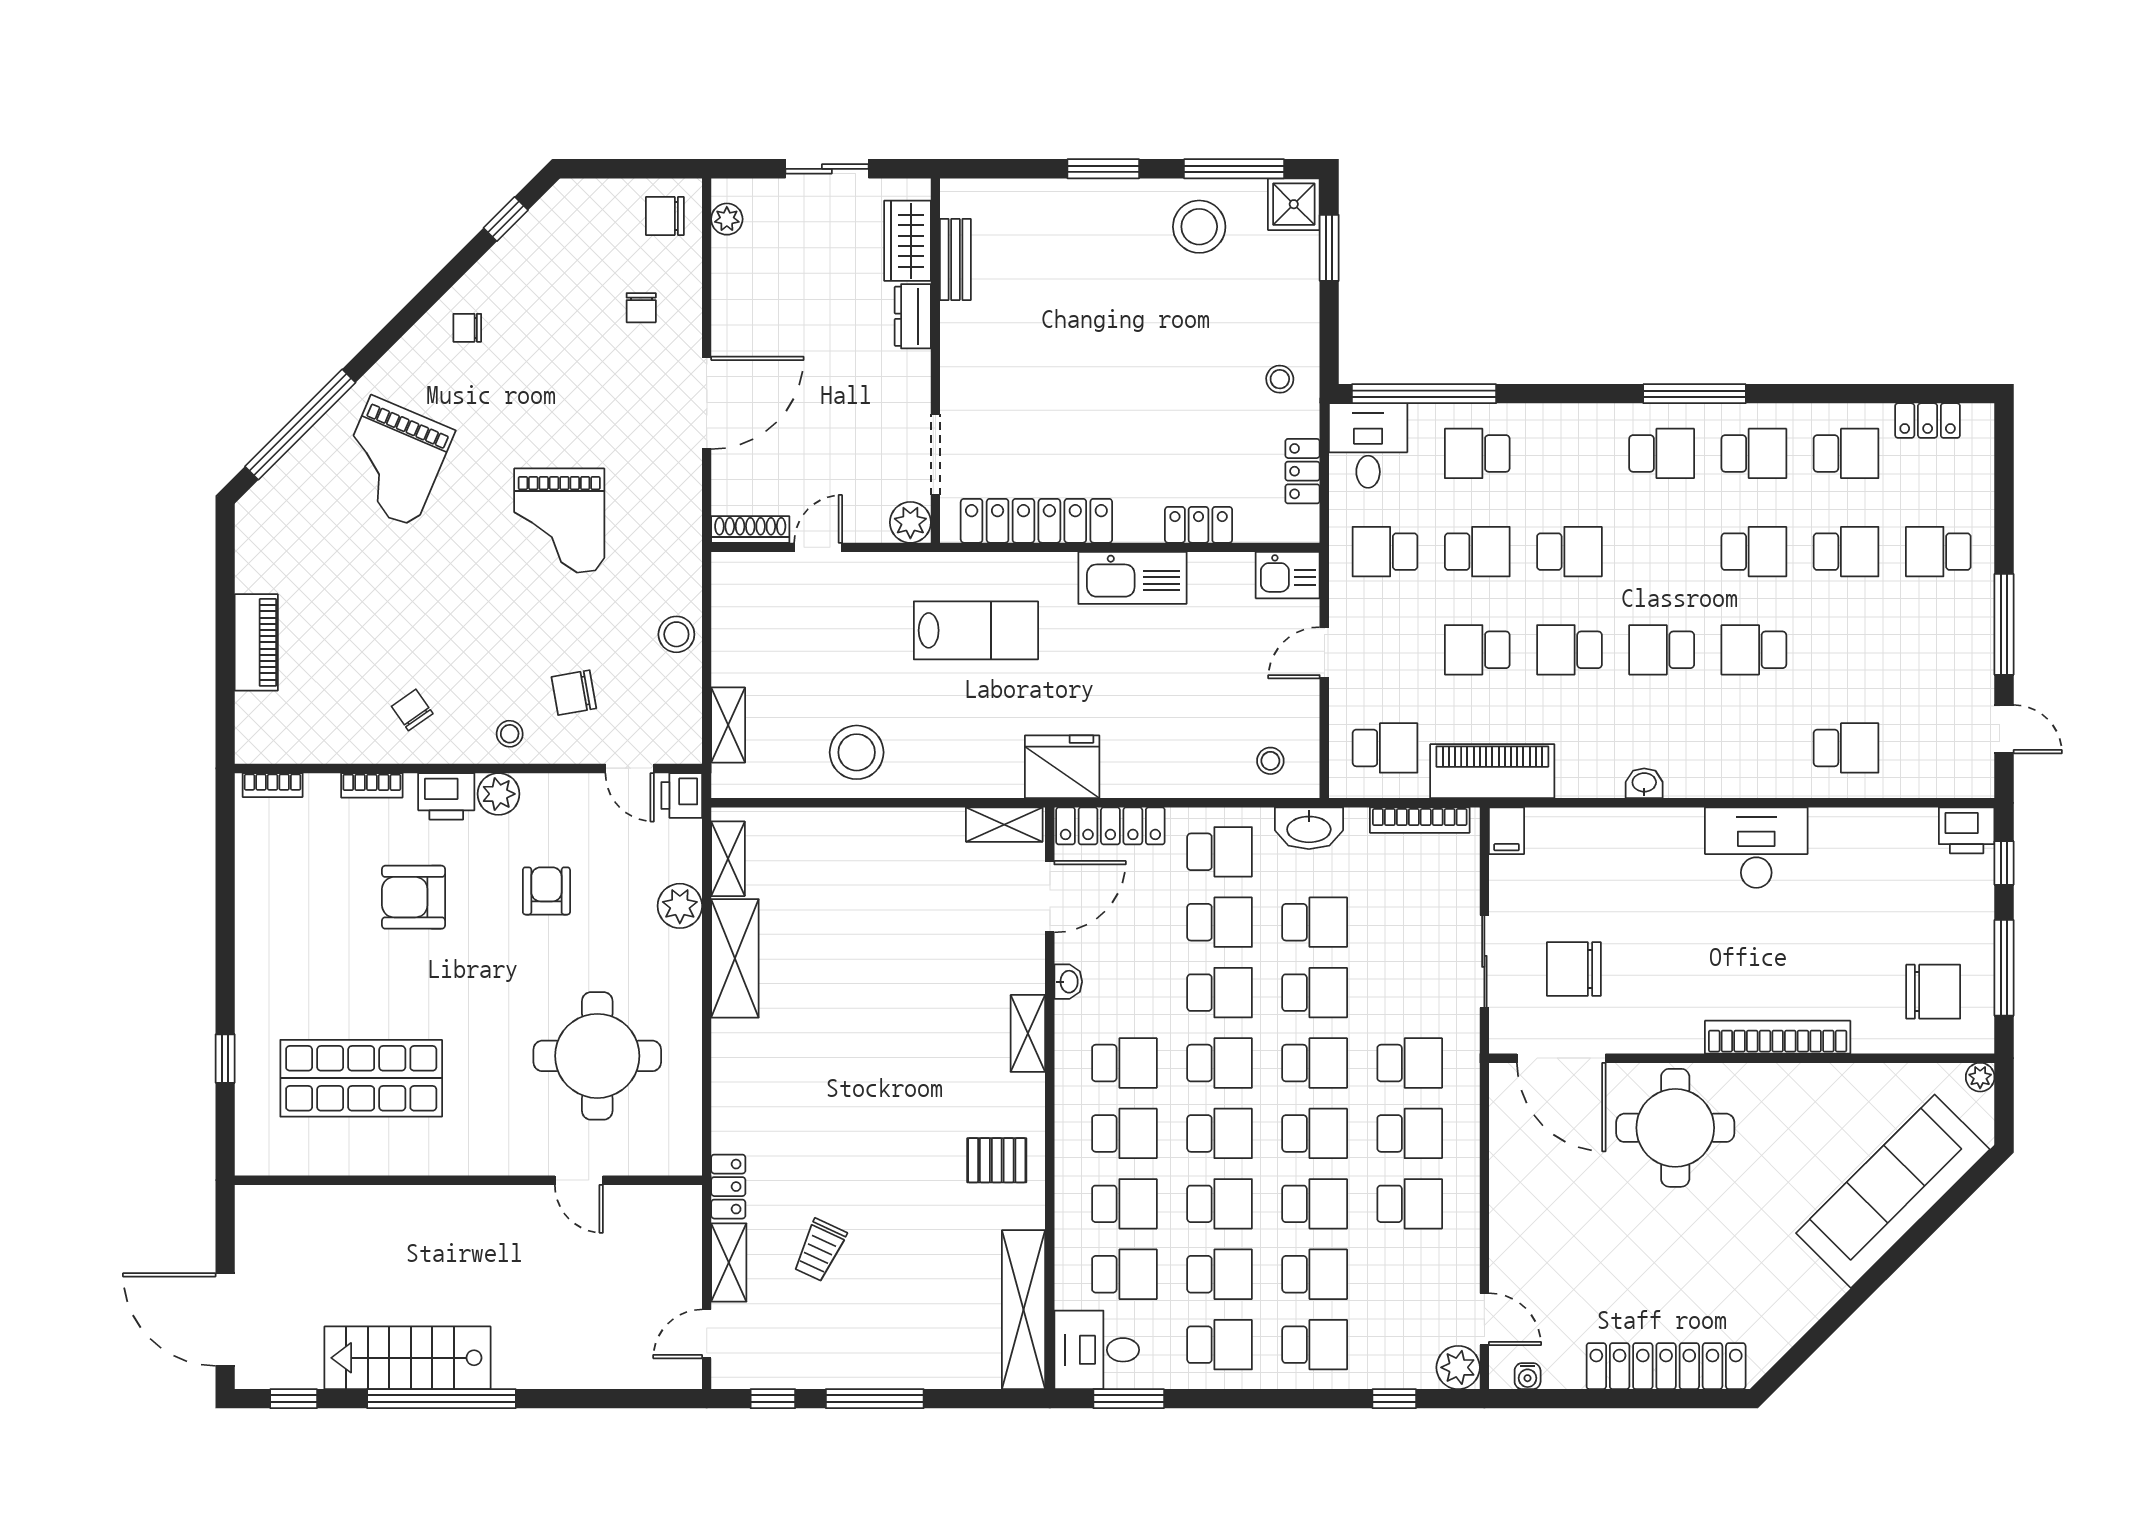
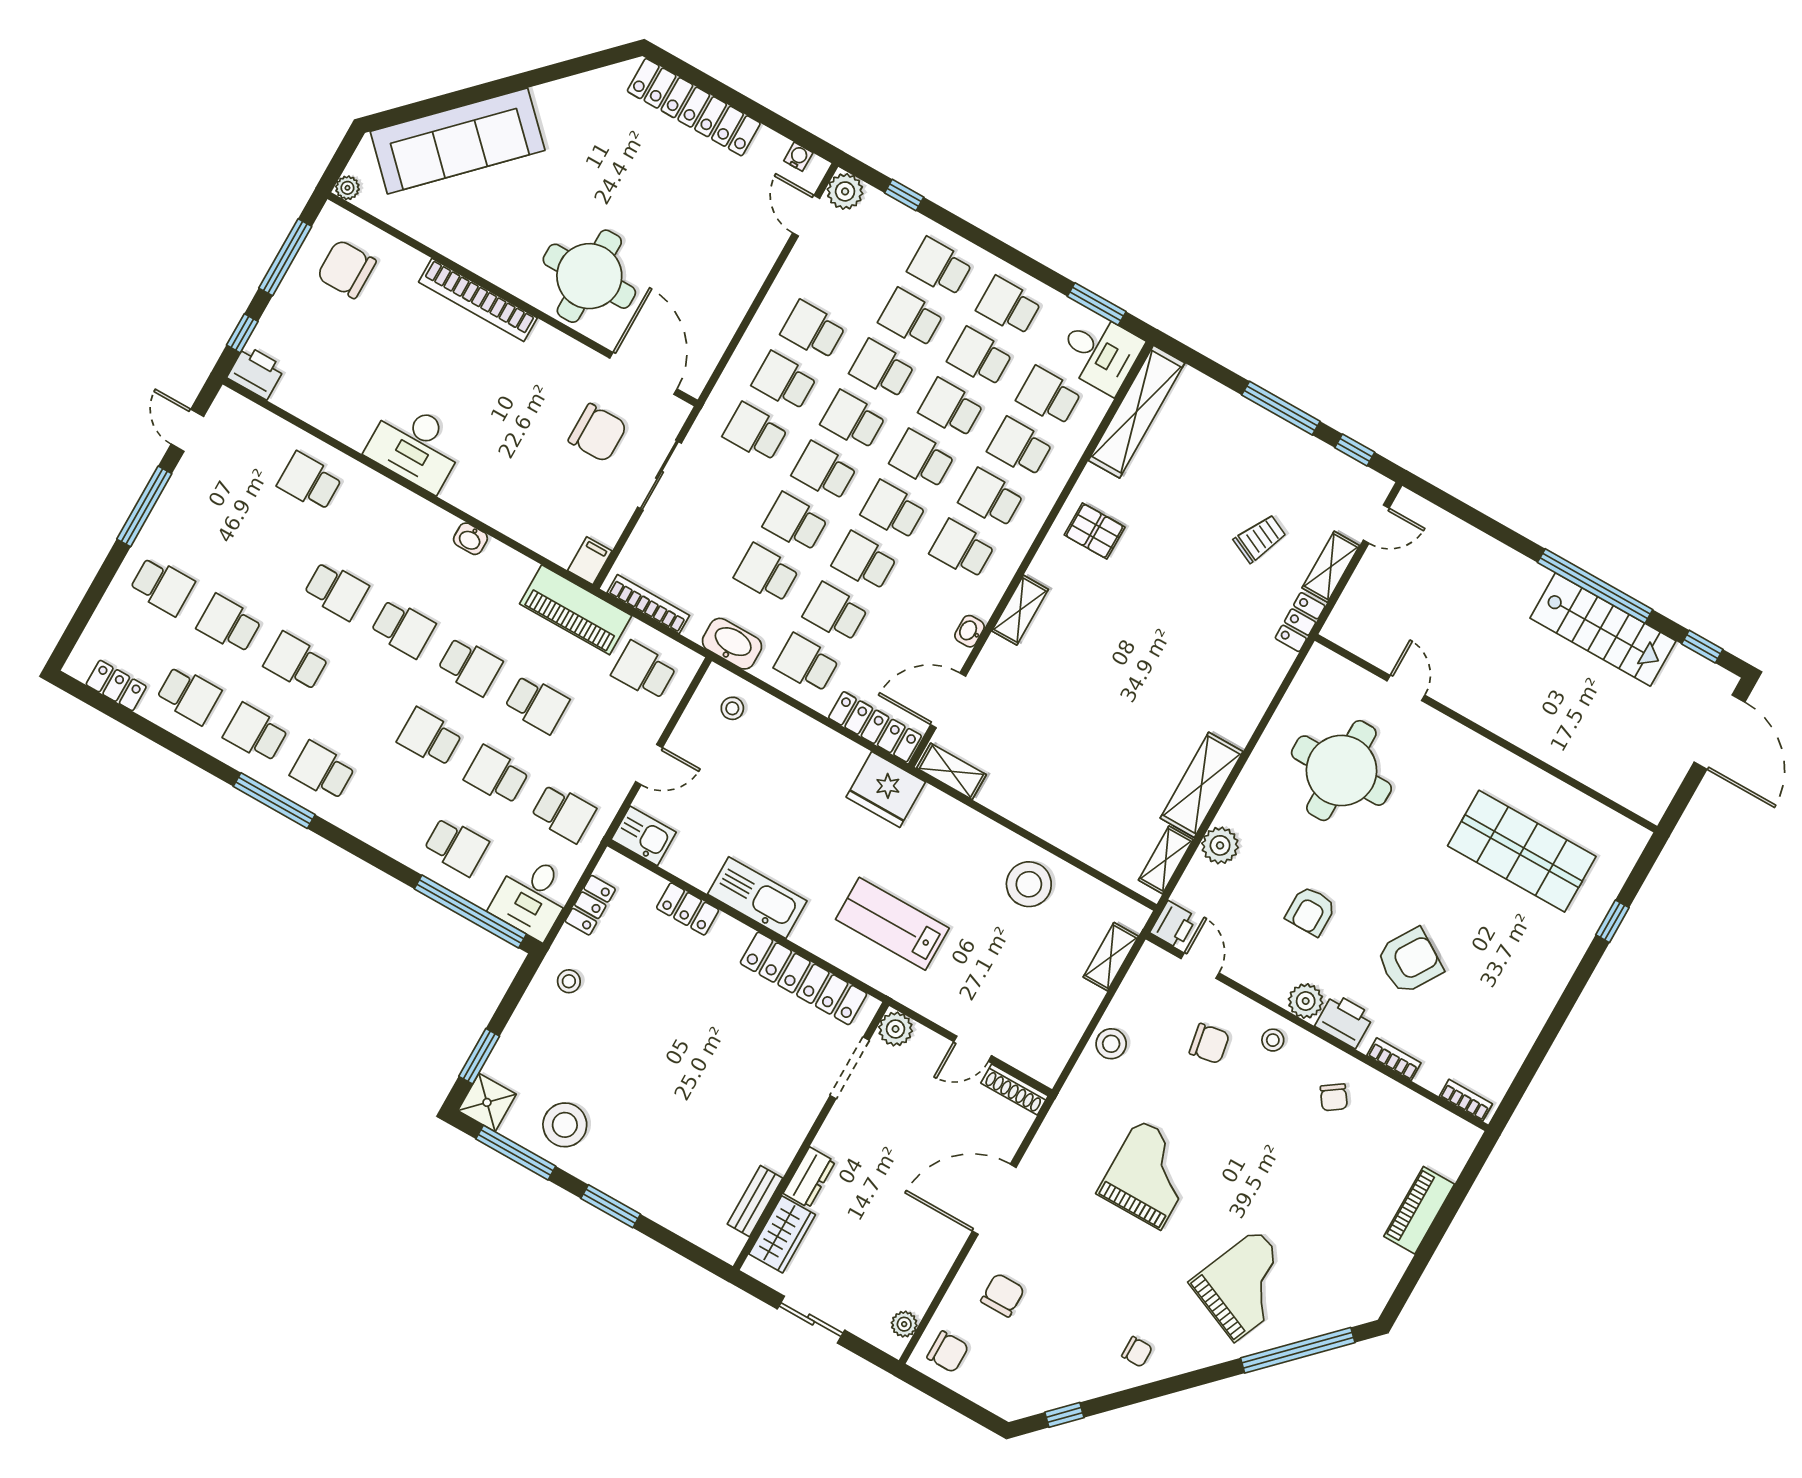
chair: (641, 308) -> (1003, 1295), width x1.37, depth x1.37
school desk: (1846, 453) -> (189, 695), turned 180
armchair: (413, 897) -> (1410, 961), turned -58

